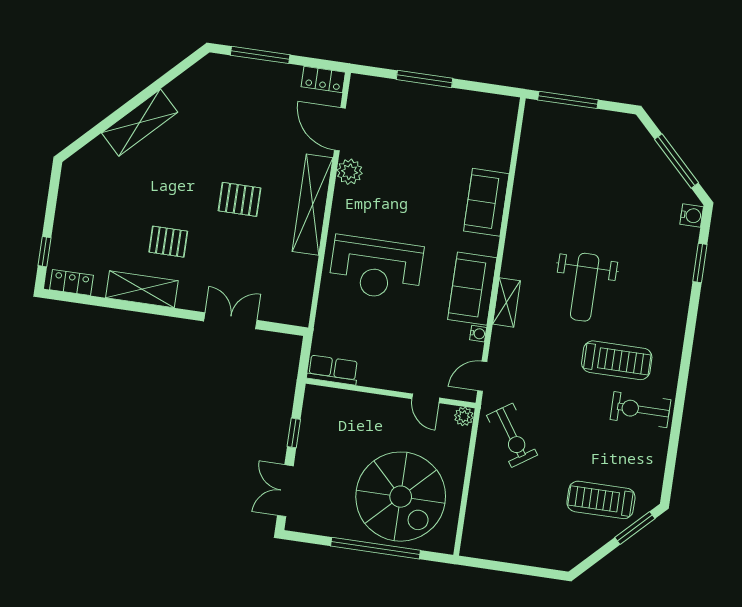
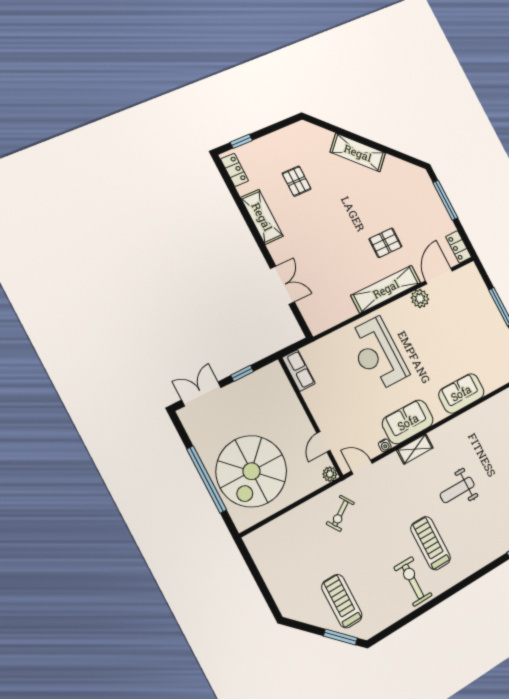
pallet: (240, 199) -> (385, 243), moved, turned 90
pallet: (168, 242) -> (297, 181), moved
weight bench: (585, 287) -> (457, 490), width x0.73, depth x0.75
treadmill: (617, 360) -> (431, 543), turned 180
exercise bike: (512, 435) -> (340, 513), width x0.73, depth x0.72

